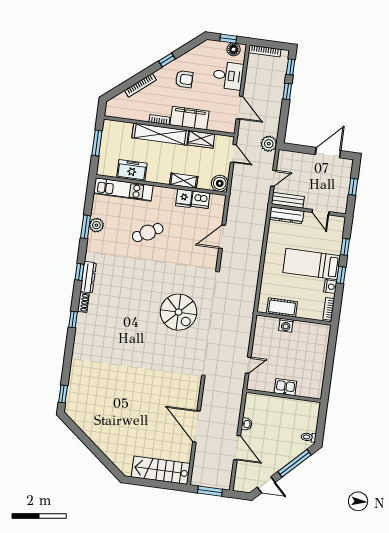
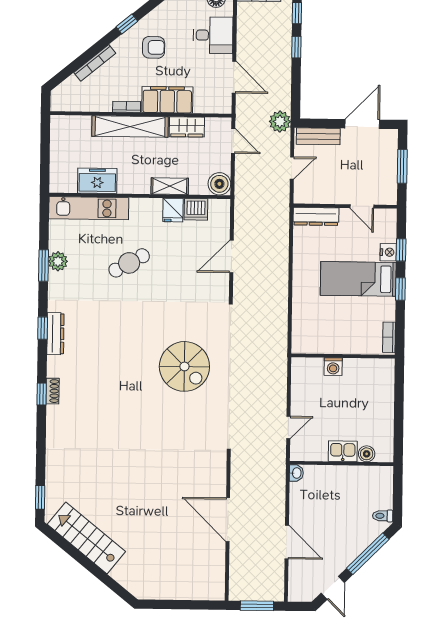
window: (97, 143) -> (45, 149), removed
window: (353, 187) -> (402, 166), width x1.50
bench: (288, 200) -> (318, 136), moved
nightstand: (330, 287) -> (388, 252), moved
shoe rack: (83, 303) -> (53, 391), moved
cot: (282, 307) -> (325, 343), removed
boiler: (302, 391) -> (367, 454), added
washbasin: (247, 424) -> (296, 473), moved
stairs: (161, 470) -> (86, 538), moved, turned 39
door: (266, 485) -> (333, 588), hinge flipped

